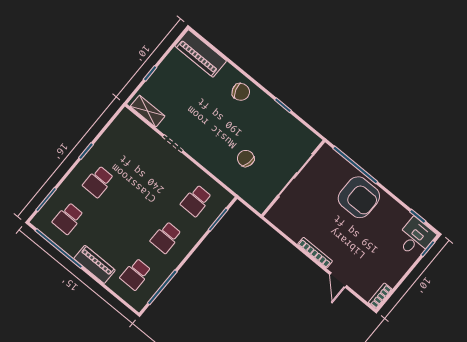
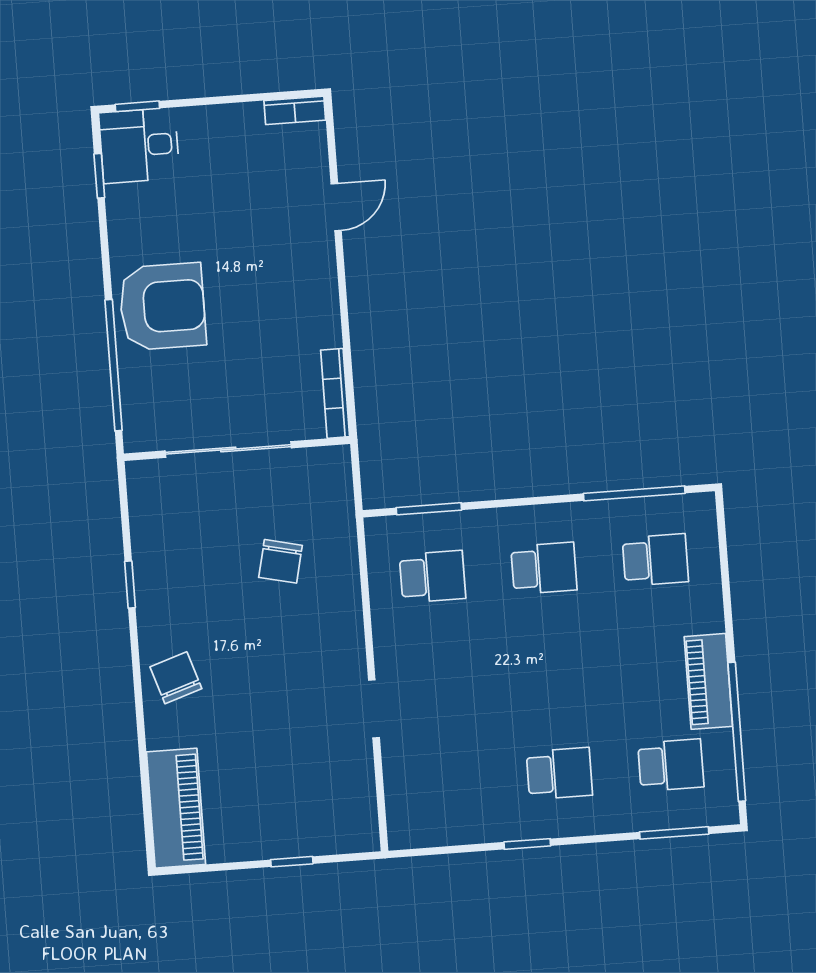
shelving: (148, 111) -> (360, 804), removed
armchair: (359, 197) -> (162, 307), turned 90
bookcase: (315, 253) -> (335, 393), moved
piano: (95, 264) -> (708, 681), moved

